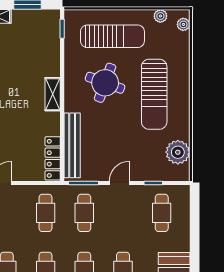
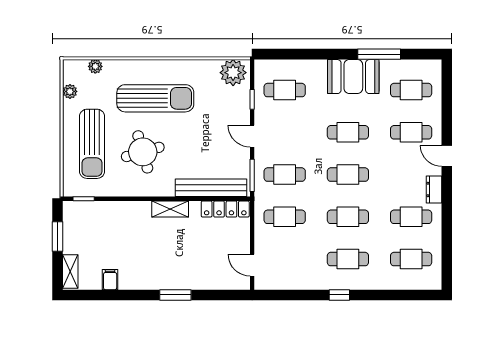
plant: (183, 24) -> (95, 66), moved
sun lounger: (112, 36) -> (92, 144), turned 180
round table: (105, 83) -> (143, 152), turned -36
shelving: (53, 94) -> (170, 209), moved
plant: (178, 152) -> (233, 73), moved

